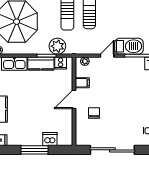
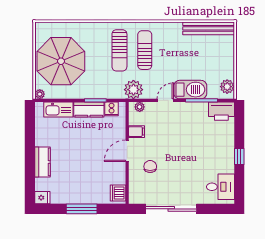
plant: (57, 46) -> (133, 90), moved
dishwasher: (50, 139) -> (118, 193), moved, turned -90

